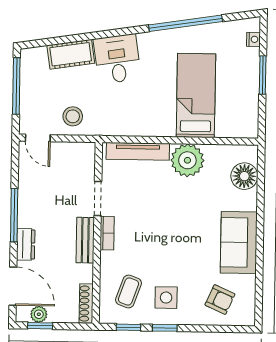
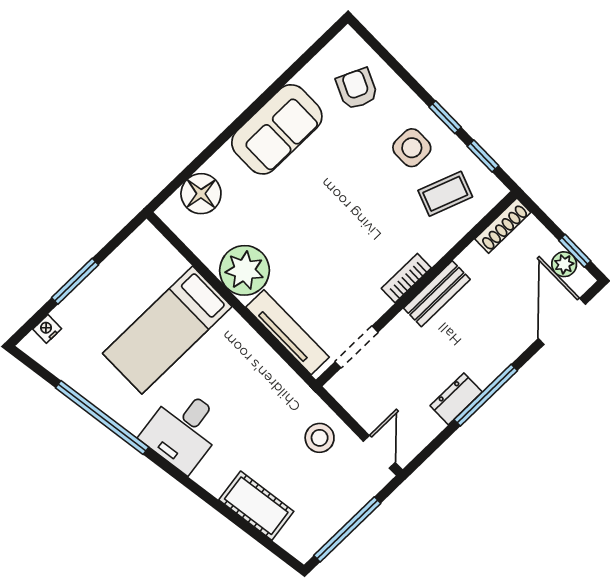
desk: (117, 59) -> (183, 430), moved
doorway: (98, 198) -> (356, 347), moved
dresser: (26, 244) -> (456, 399), moved

